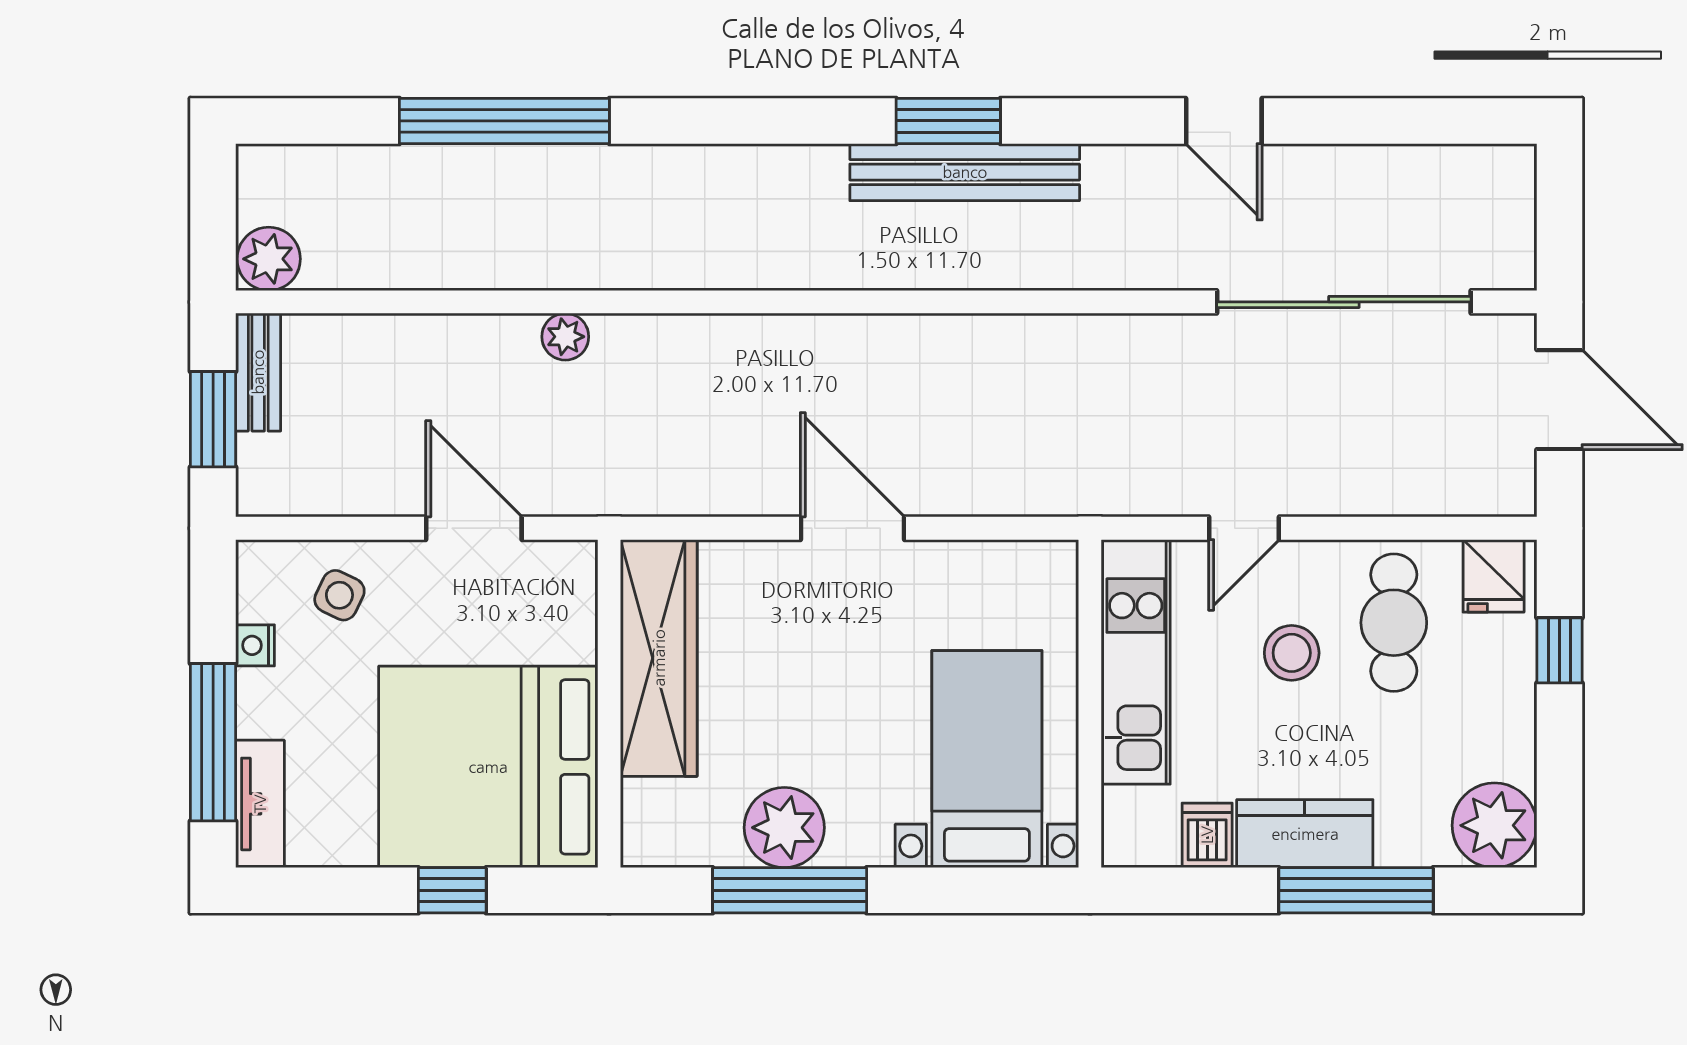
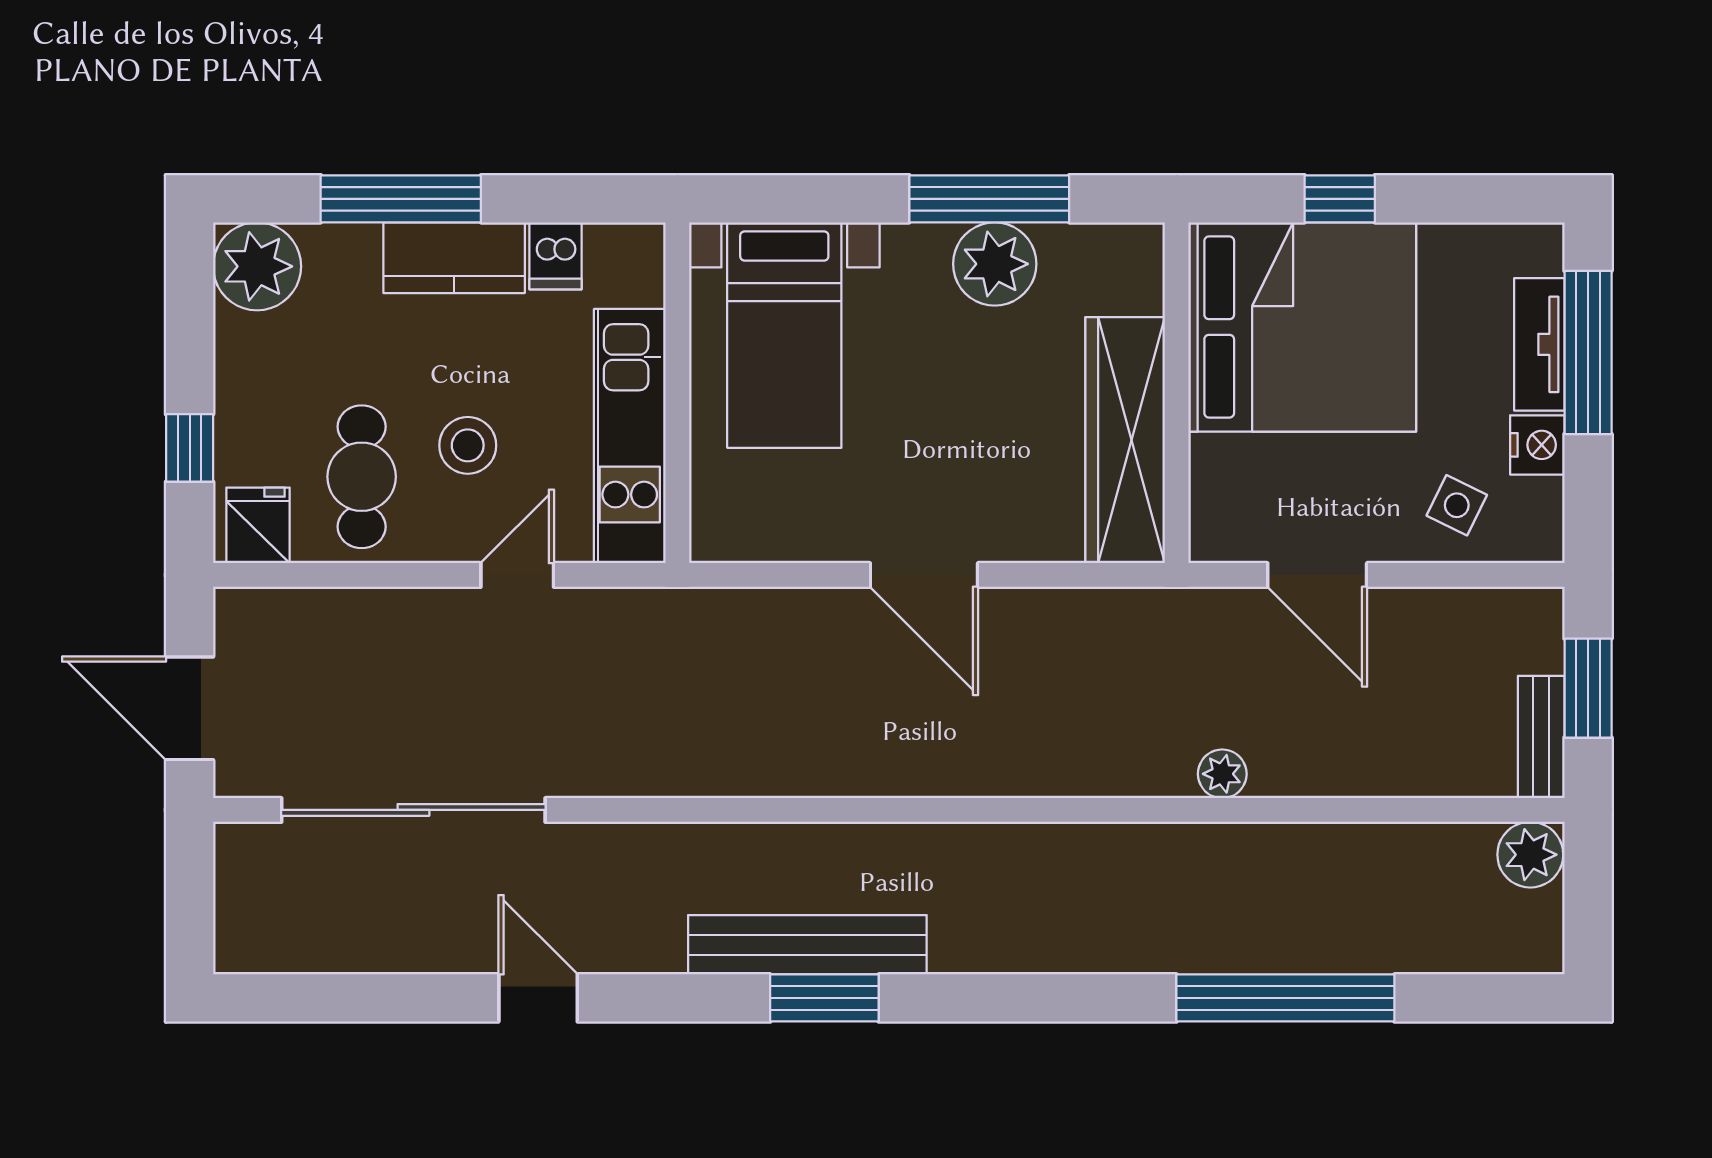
nightstand: (255, 645) -> (1537, 445), width x1.39, depth x1.35
tv unit: (260, 804) -> (1539, 344), moved

